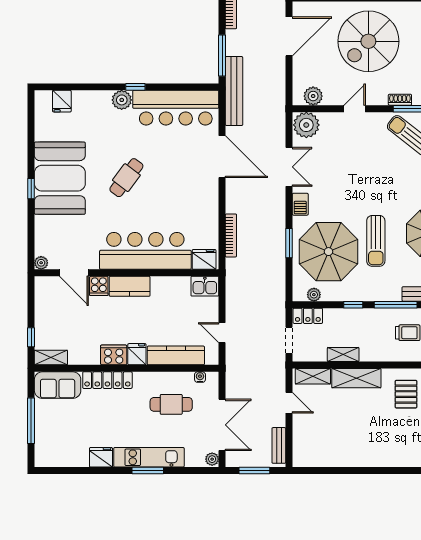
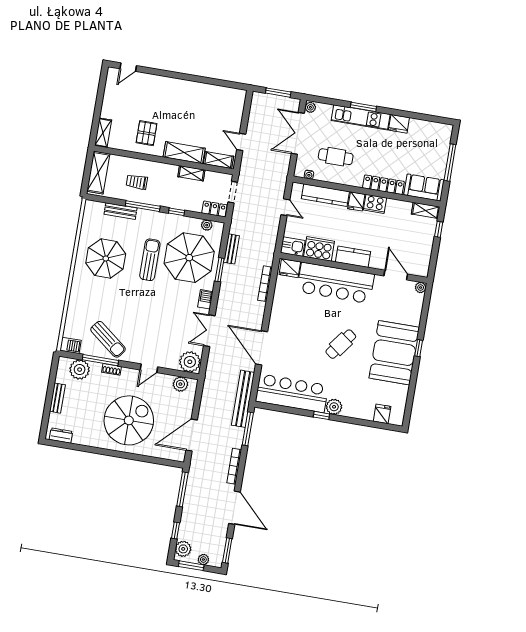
cooker: (99, 286) -> (319, 249), moved, width x1.87, depth x1.31
bench: (279, 445) -> (231, 249), moved

